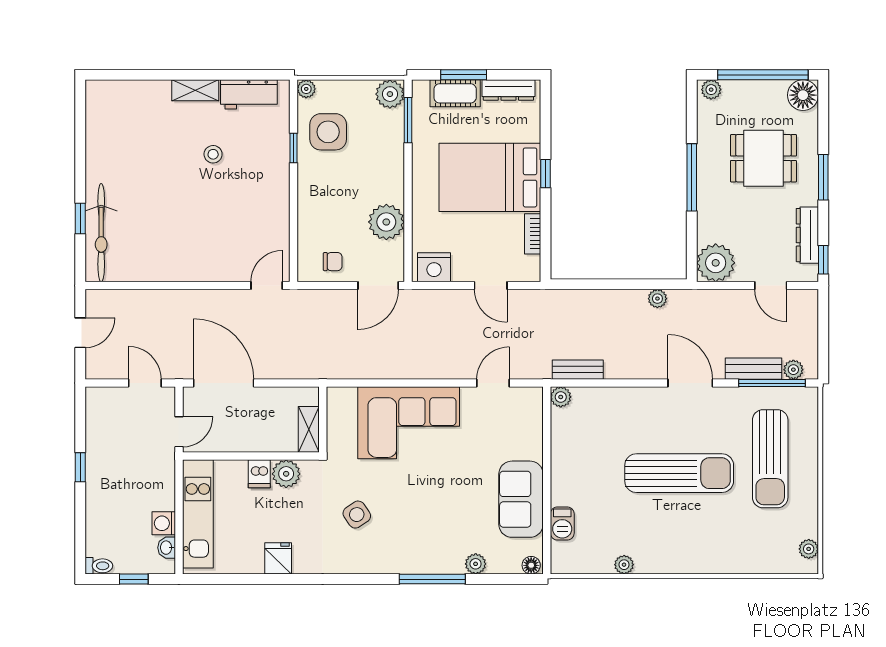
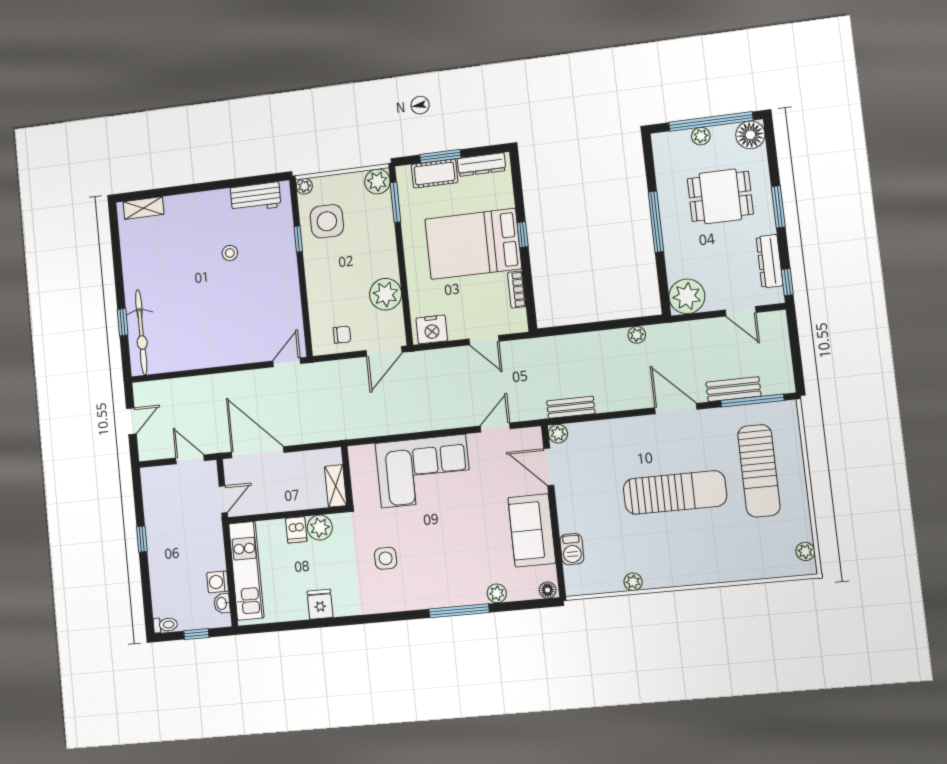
shelving: (195, 90) -> (143, 208), moved
plant: (711, 90) -> (701, 136), moved
plant: (793, 370) -> (771, 386), removed
door: (547, 432) -> (549, 467), added
side table: (357, 515) -> (386, 558), turned 34

